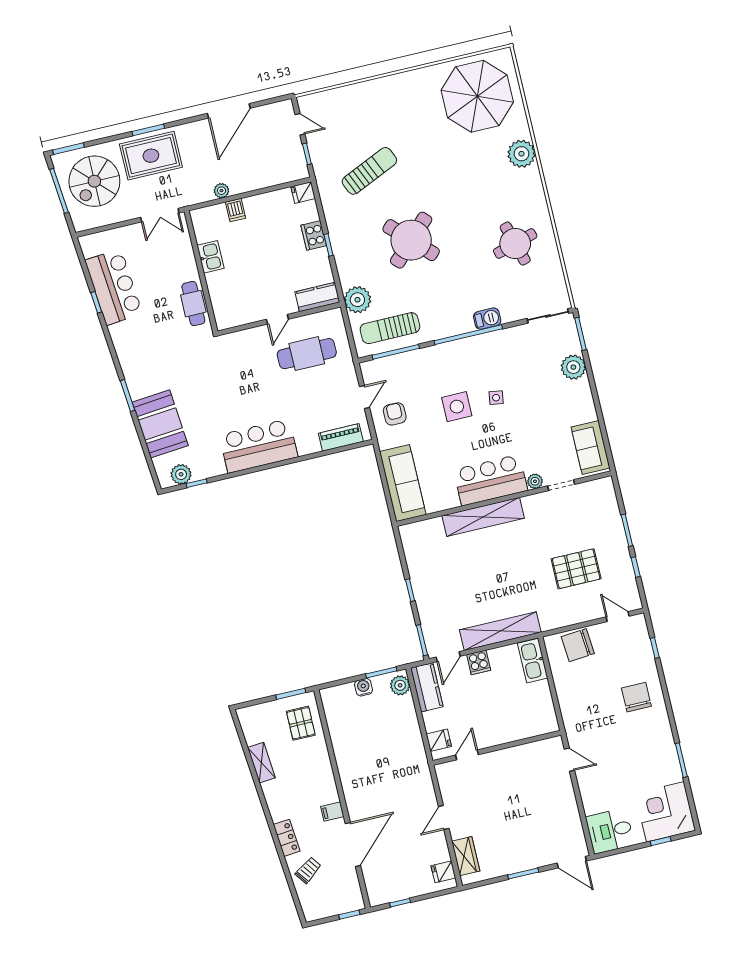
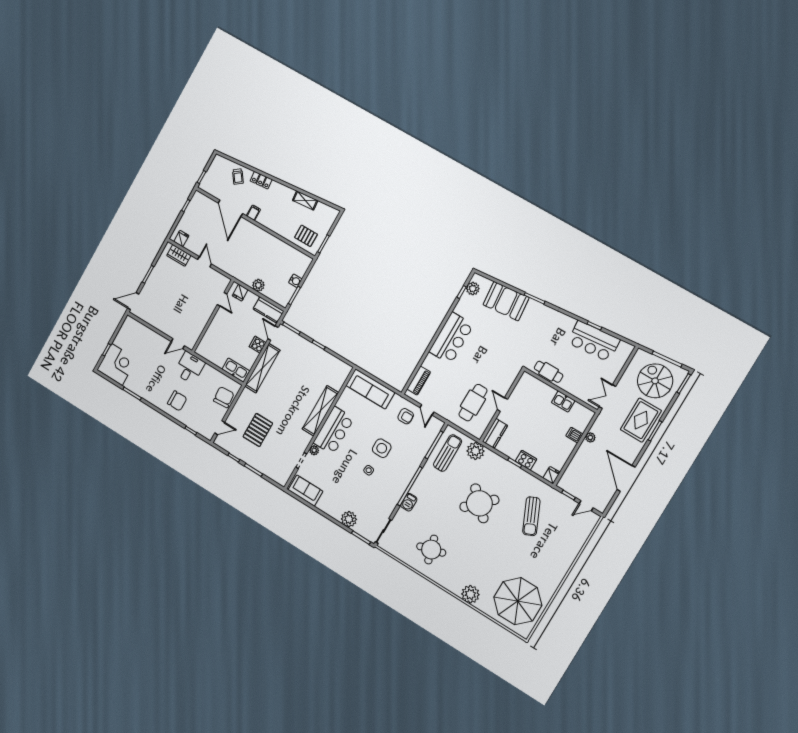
plant: (400, 685) -> (258, 285), moved
desk: (610, 831) -> (190, 368), moved

